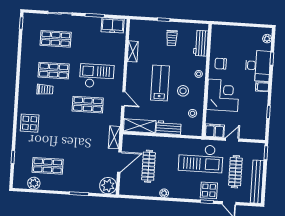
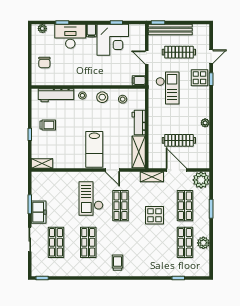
freezer: (113, 25) -> (39, 212), moved
workbench: (201, 43) -> (56, 95), width x1.38
shelving: (133, 51) -> (42, 164), moved
chair: (221, 64) -> (44, 63), moved
lab bench: (160, 83) -> (94, 149), moved, turned -90
trolley: (45, 90) -> (118, 263), moved
stool: (183, 91) -> (102, 97), moved
corner desk: (223, 95) -> (113, 40), moved, turned 180
door: (123, 99) -> (112, 170), swing flipped
display table: (30, 123) -> (155, 215), moved
filing cabinet: (215, 131) -> (139, 80), width x0.50
checkout: (201, 158) -> (167, 88), width x0.73, depth x0.83
shop shelf: (84, 168) -> (185, 206), added
bench: (257, 182) -> (170, 30), moved
plant: (34, 183) -> (203, 243), moved

